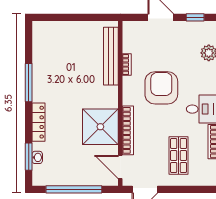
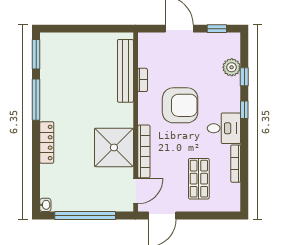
armchair: (161, 88) -> (180, 105), turned 90
window: (29, 157) -> (36, 54), moved
washbasin: (37, 157) -> (45, 205), moved
door: (120, 167) -> (136, 191), swing flipped

